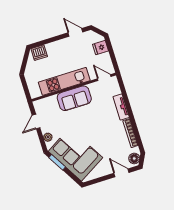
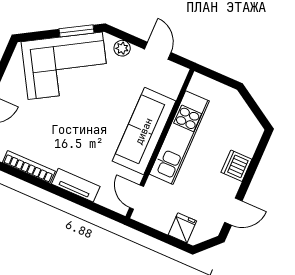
dishwasher: (39, 53) -> (236, 166), moved
door: (104, 78) -> (137, 197), swing flipped
sofa: (74, 98) -> (144, 131), width x1.36

